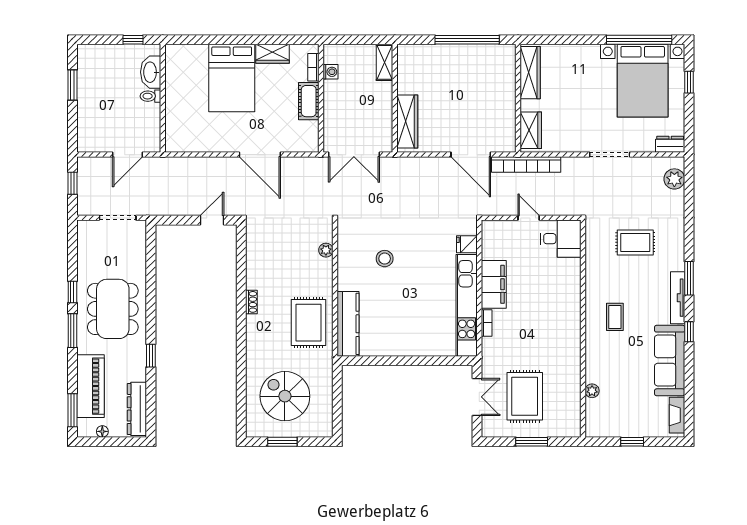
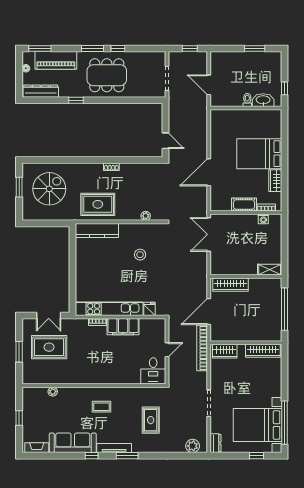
shelving: (384, 62) -> (270, 270), moved
wall: (395, 98) -> (246, 276), moved
wardrobe: (407, 122) -> (231, 285), moved

